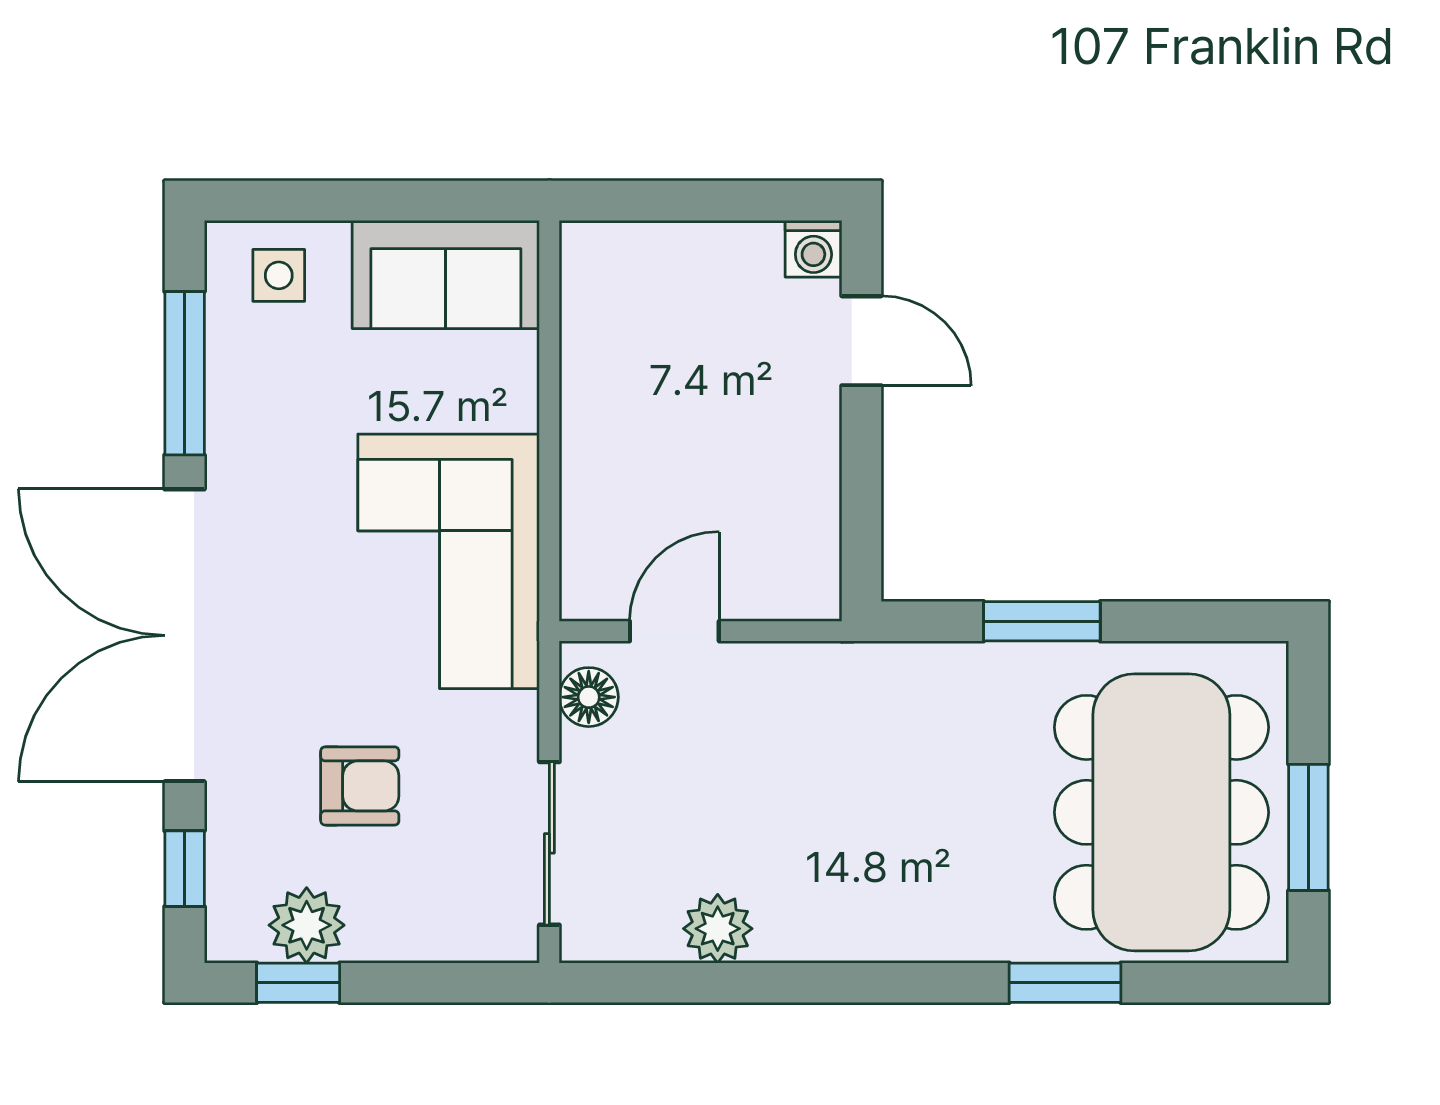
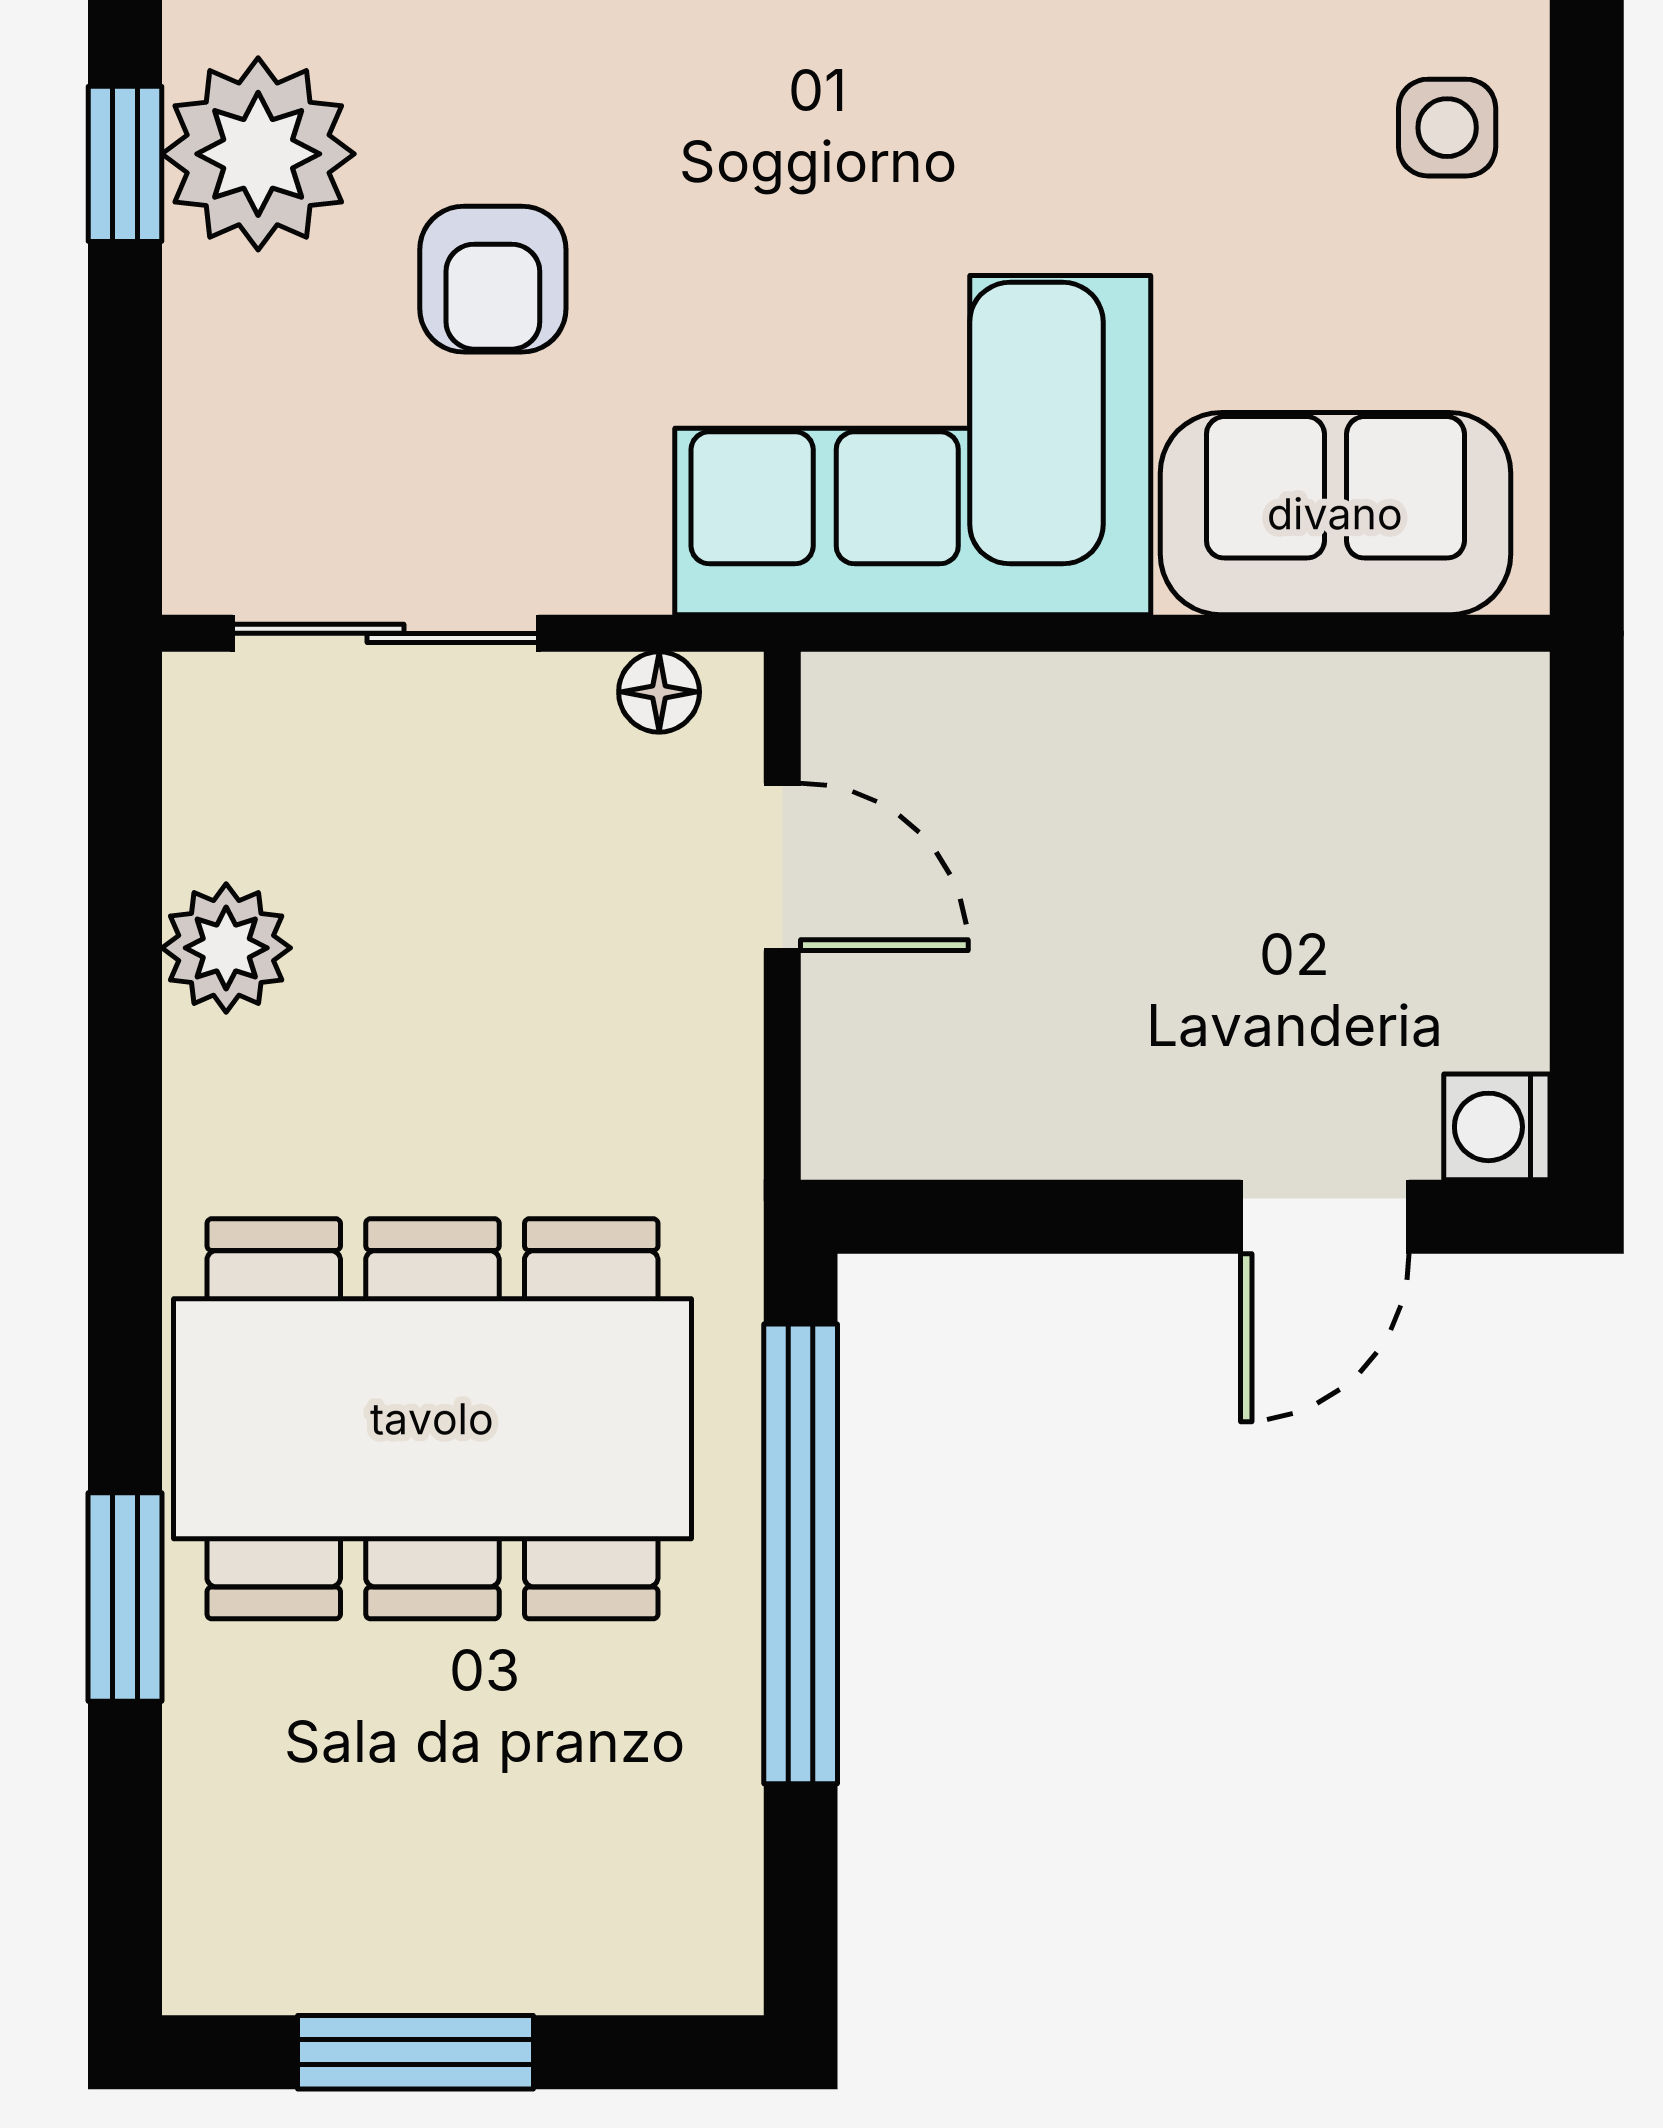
sofa: (446, 275) -> (1335, 514), moved, turned 90
window: (1042, 621) -> (801, 1554), width x2.11
floor lamp: (589, 697) -> (659, 692), width x0.73, depth x0.73
dining table: (1161, 812) -> (432, 1419), moved
plant: (307, 925) -> (258, 154), width x1.36, depth x1.36

